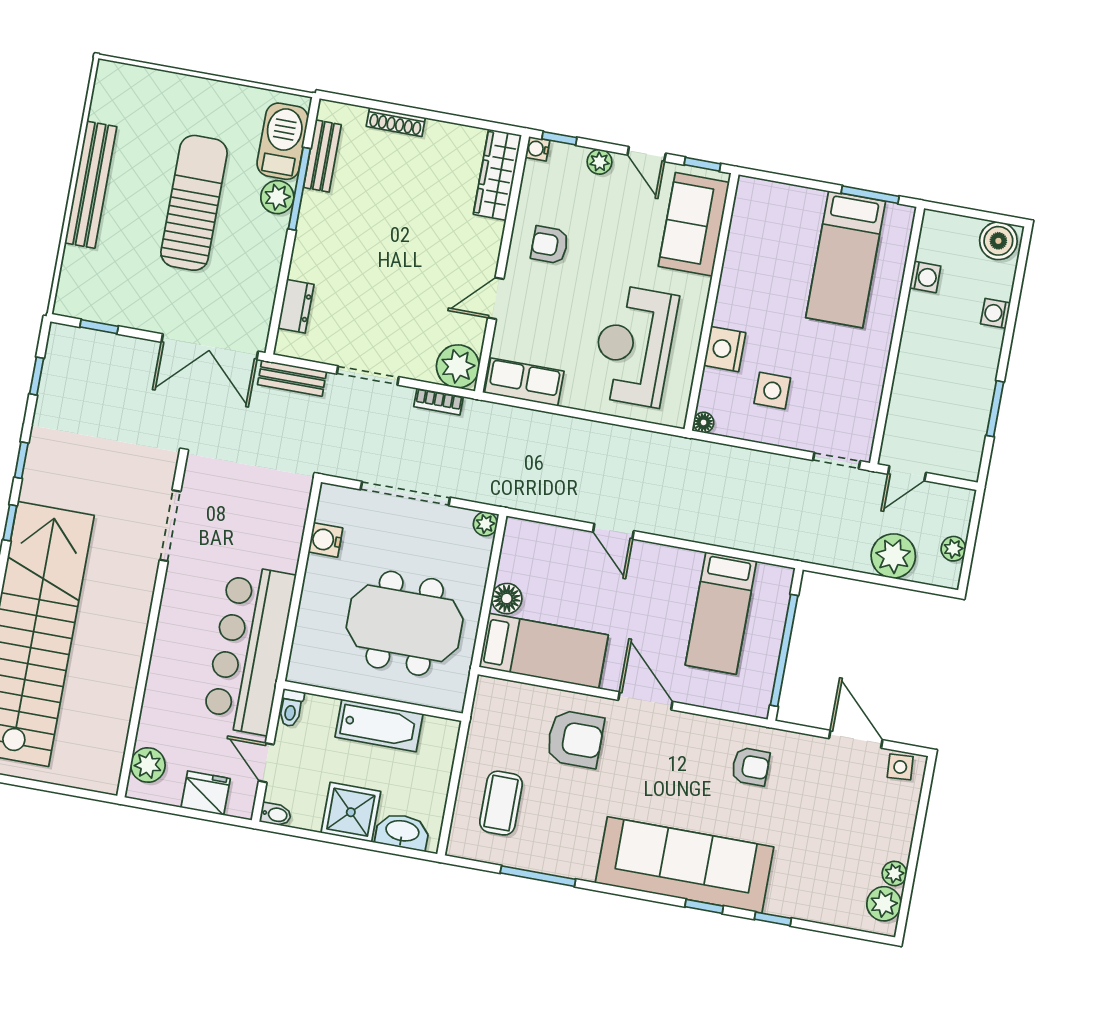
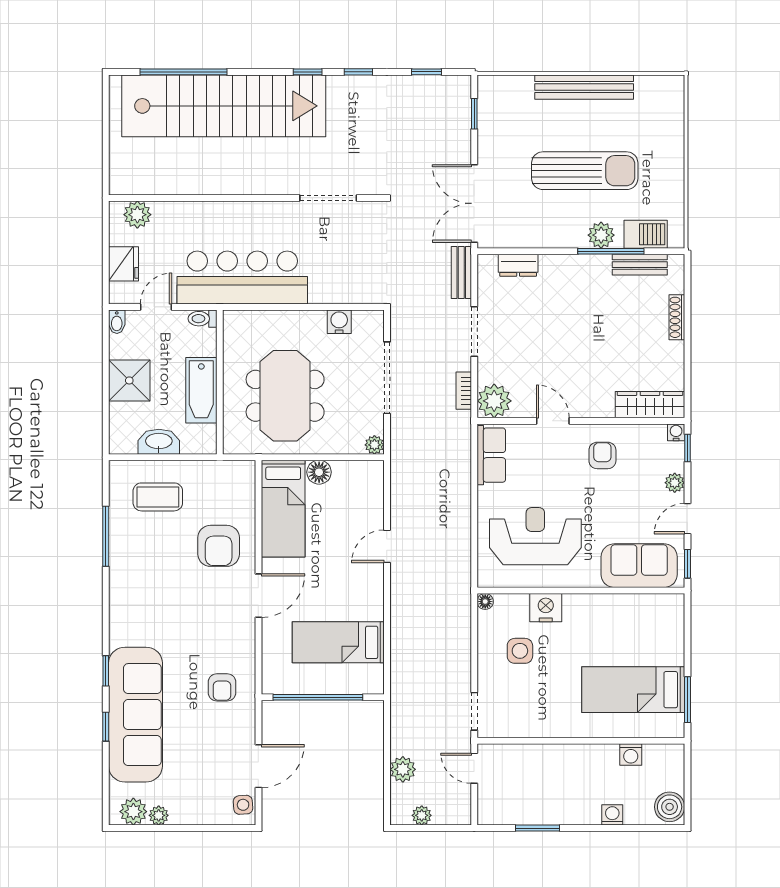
barbecue: (283, 141) -> (646, 234), width x0.73, depth x0.83
plant: (893, 556) -> (403, 769), width x0.73, depth x0.73
washbasin: (402, 832) -> (159, 442), moved, turned -90
sofa: (685, 865) -> (135, 715), moved

